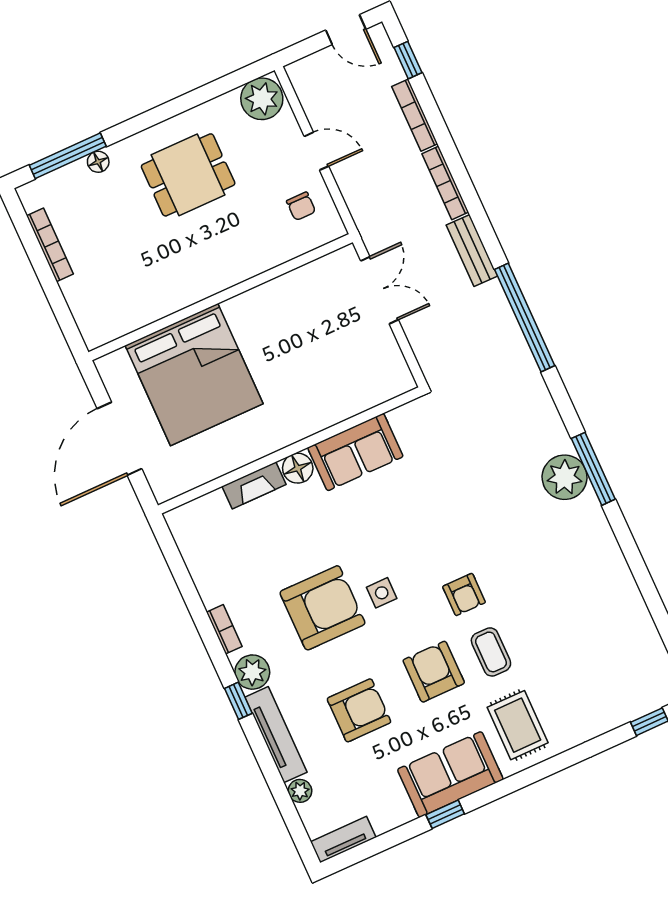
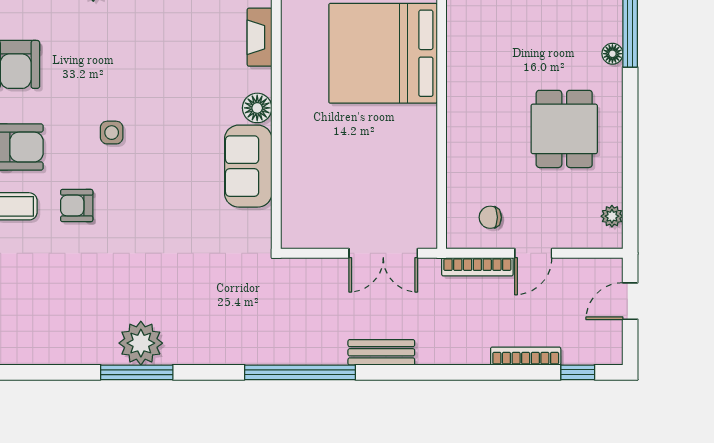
door: (346, 30) -> (630, 301), moved
plant: (262, 99) -> (612, 216), width x0.53, depth x0.53
bookcase: (445, 183) -> (477, 267), moved, turned 180
fireplace: (254, 485) -> (260, 37), moved
armchair: (322, 608) -> (122, 73), removed

